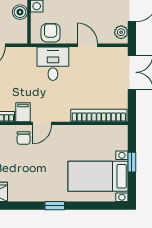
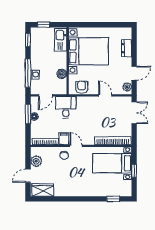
desk: (53, 64) -> (66, 107), moved
door: (42, 123) -> (76, 146), swing flipped
bed with nightstands: (98, 176) -> (112, 163), moved
window: (55, 206) -> (113, 199), moved

